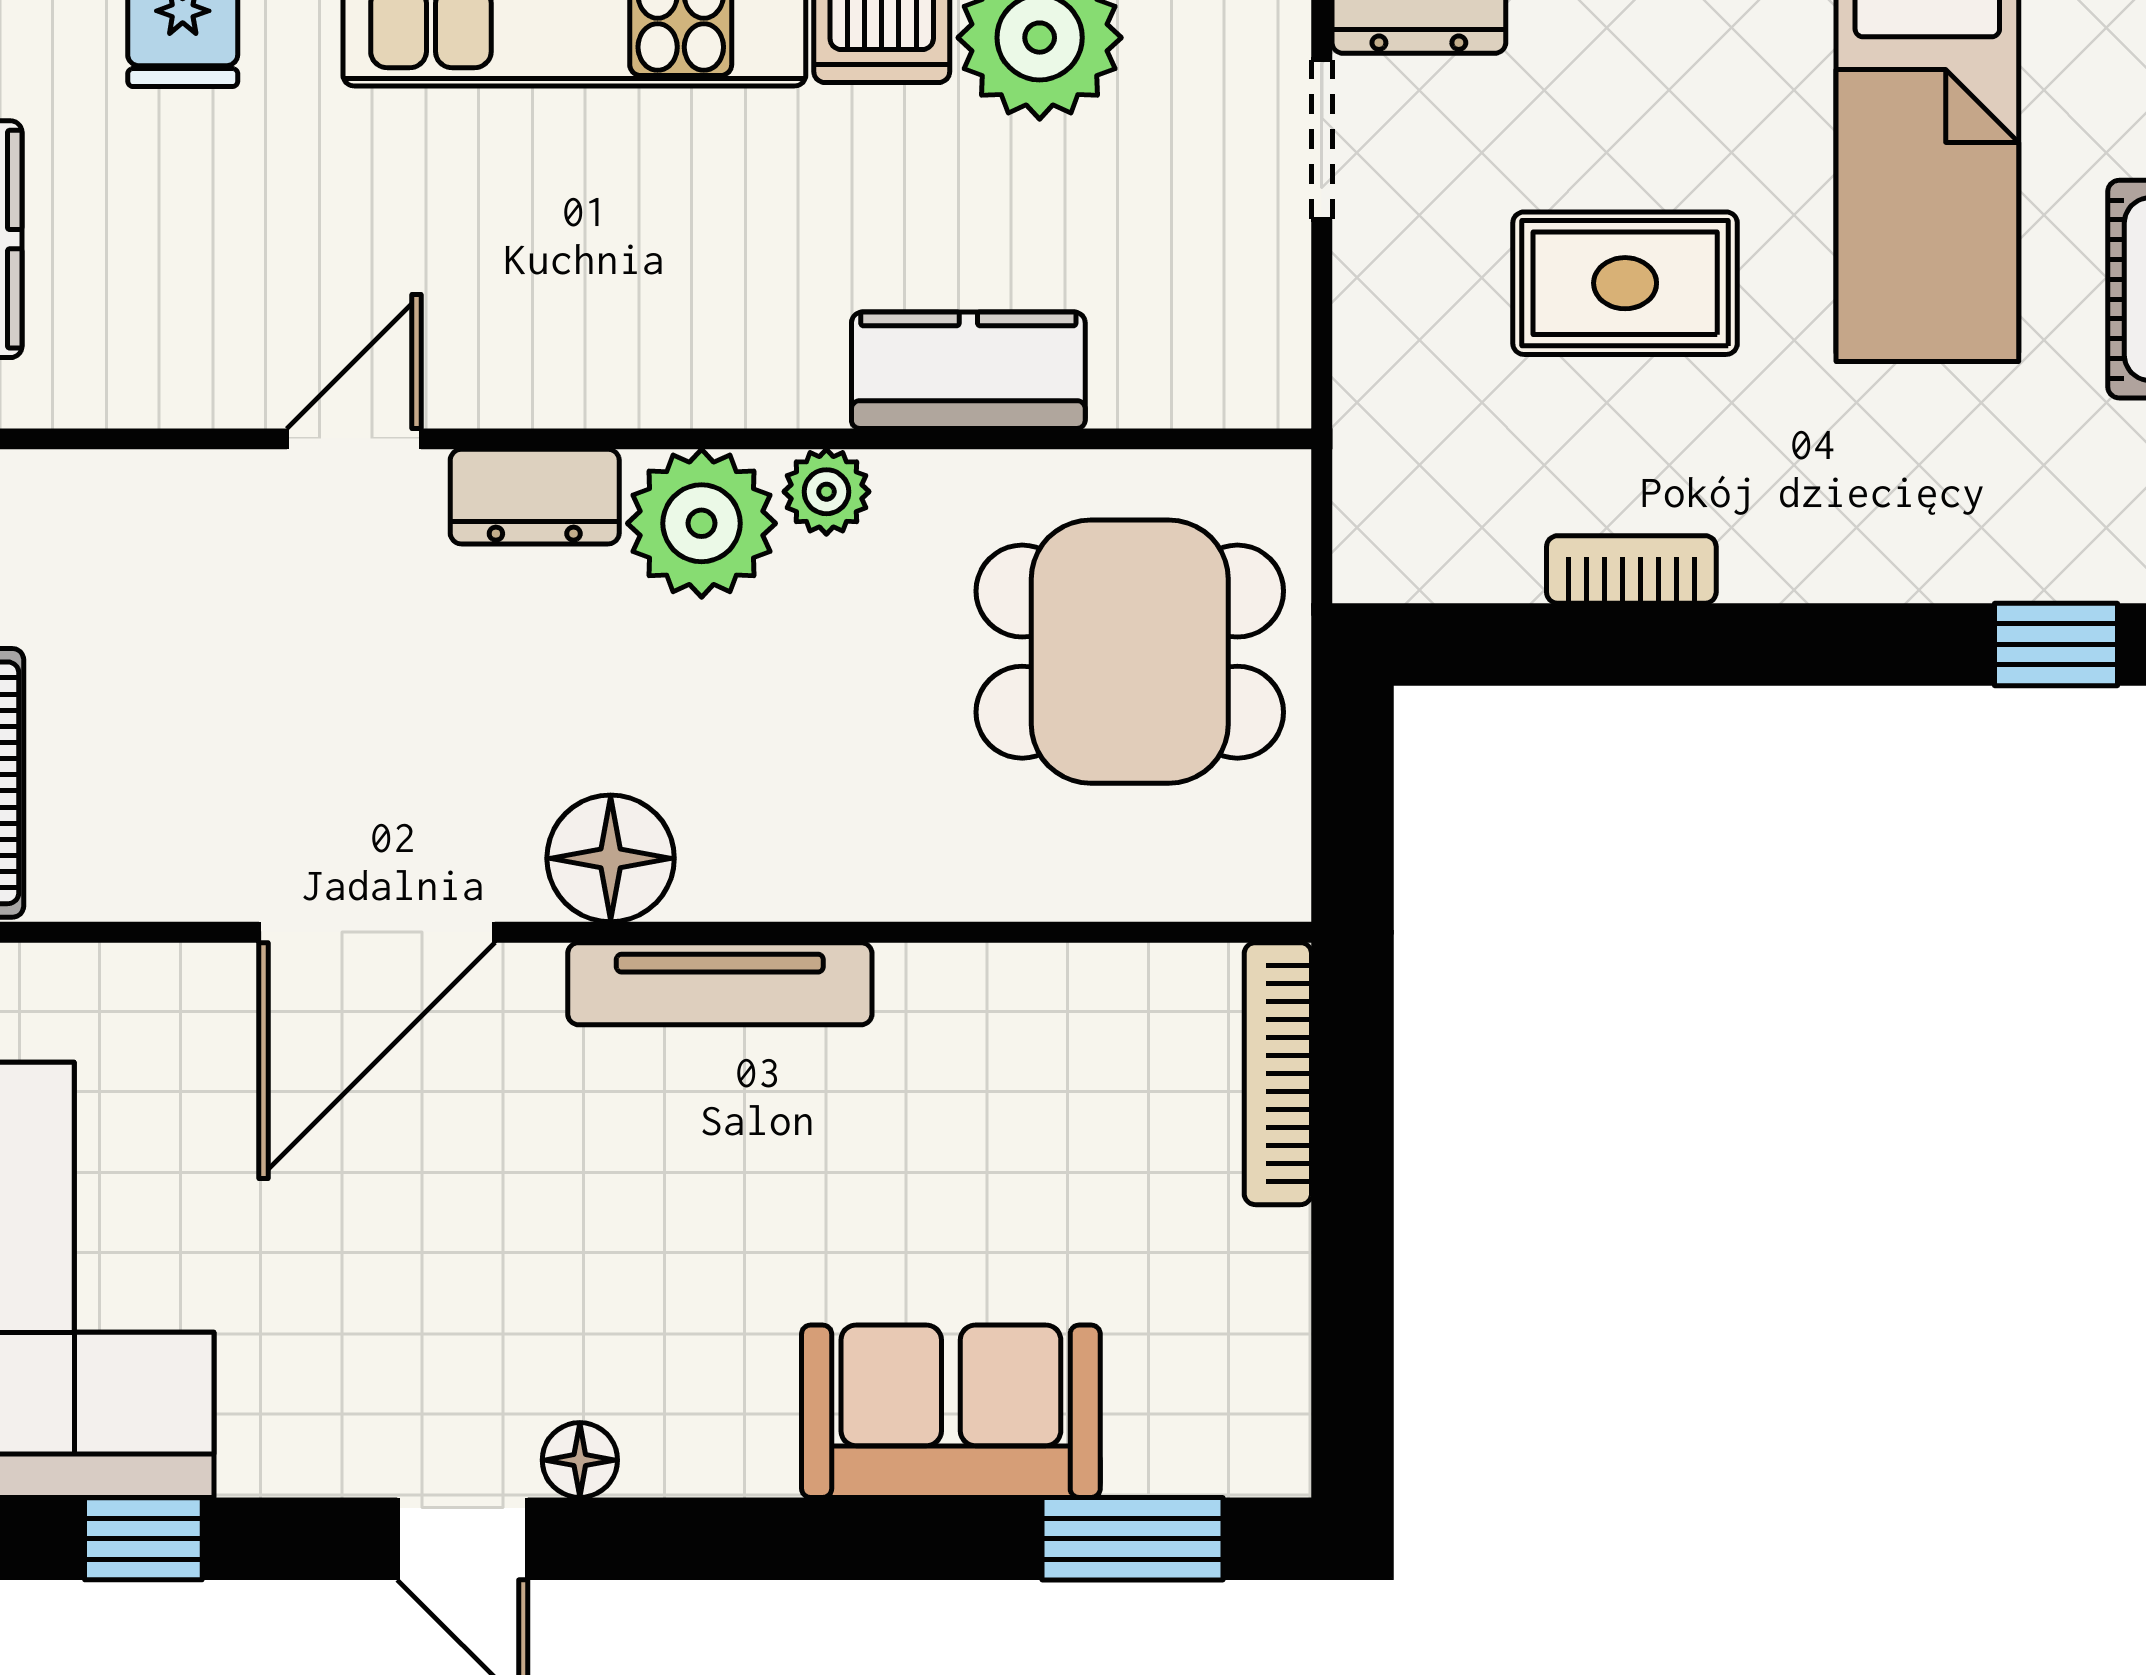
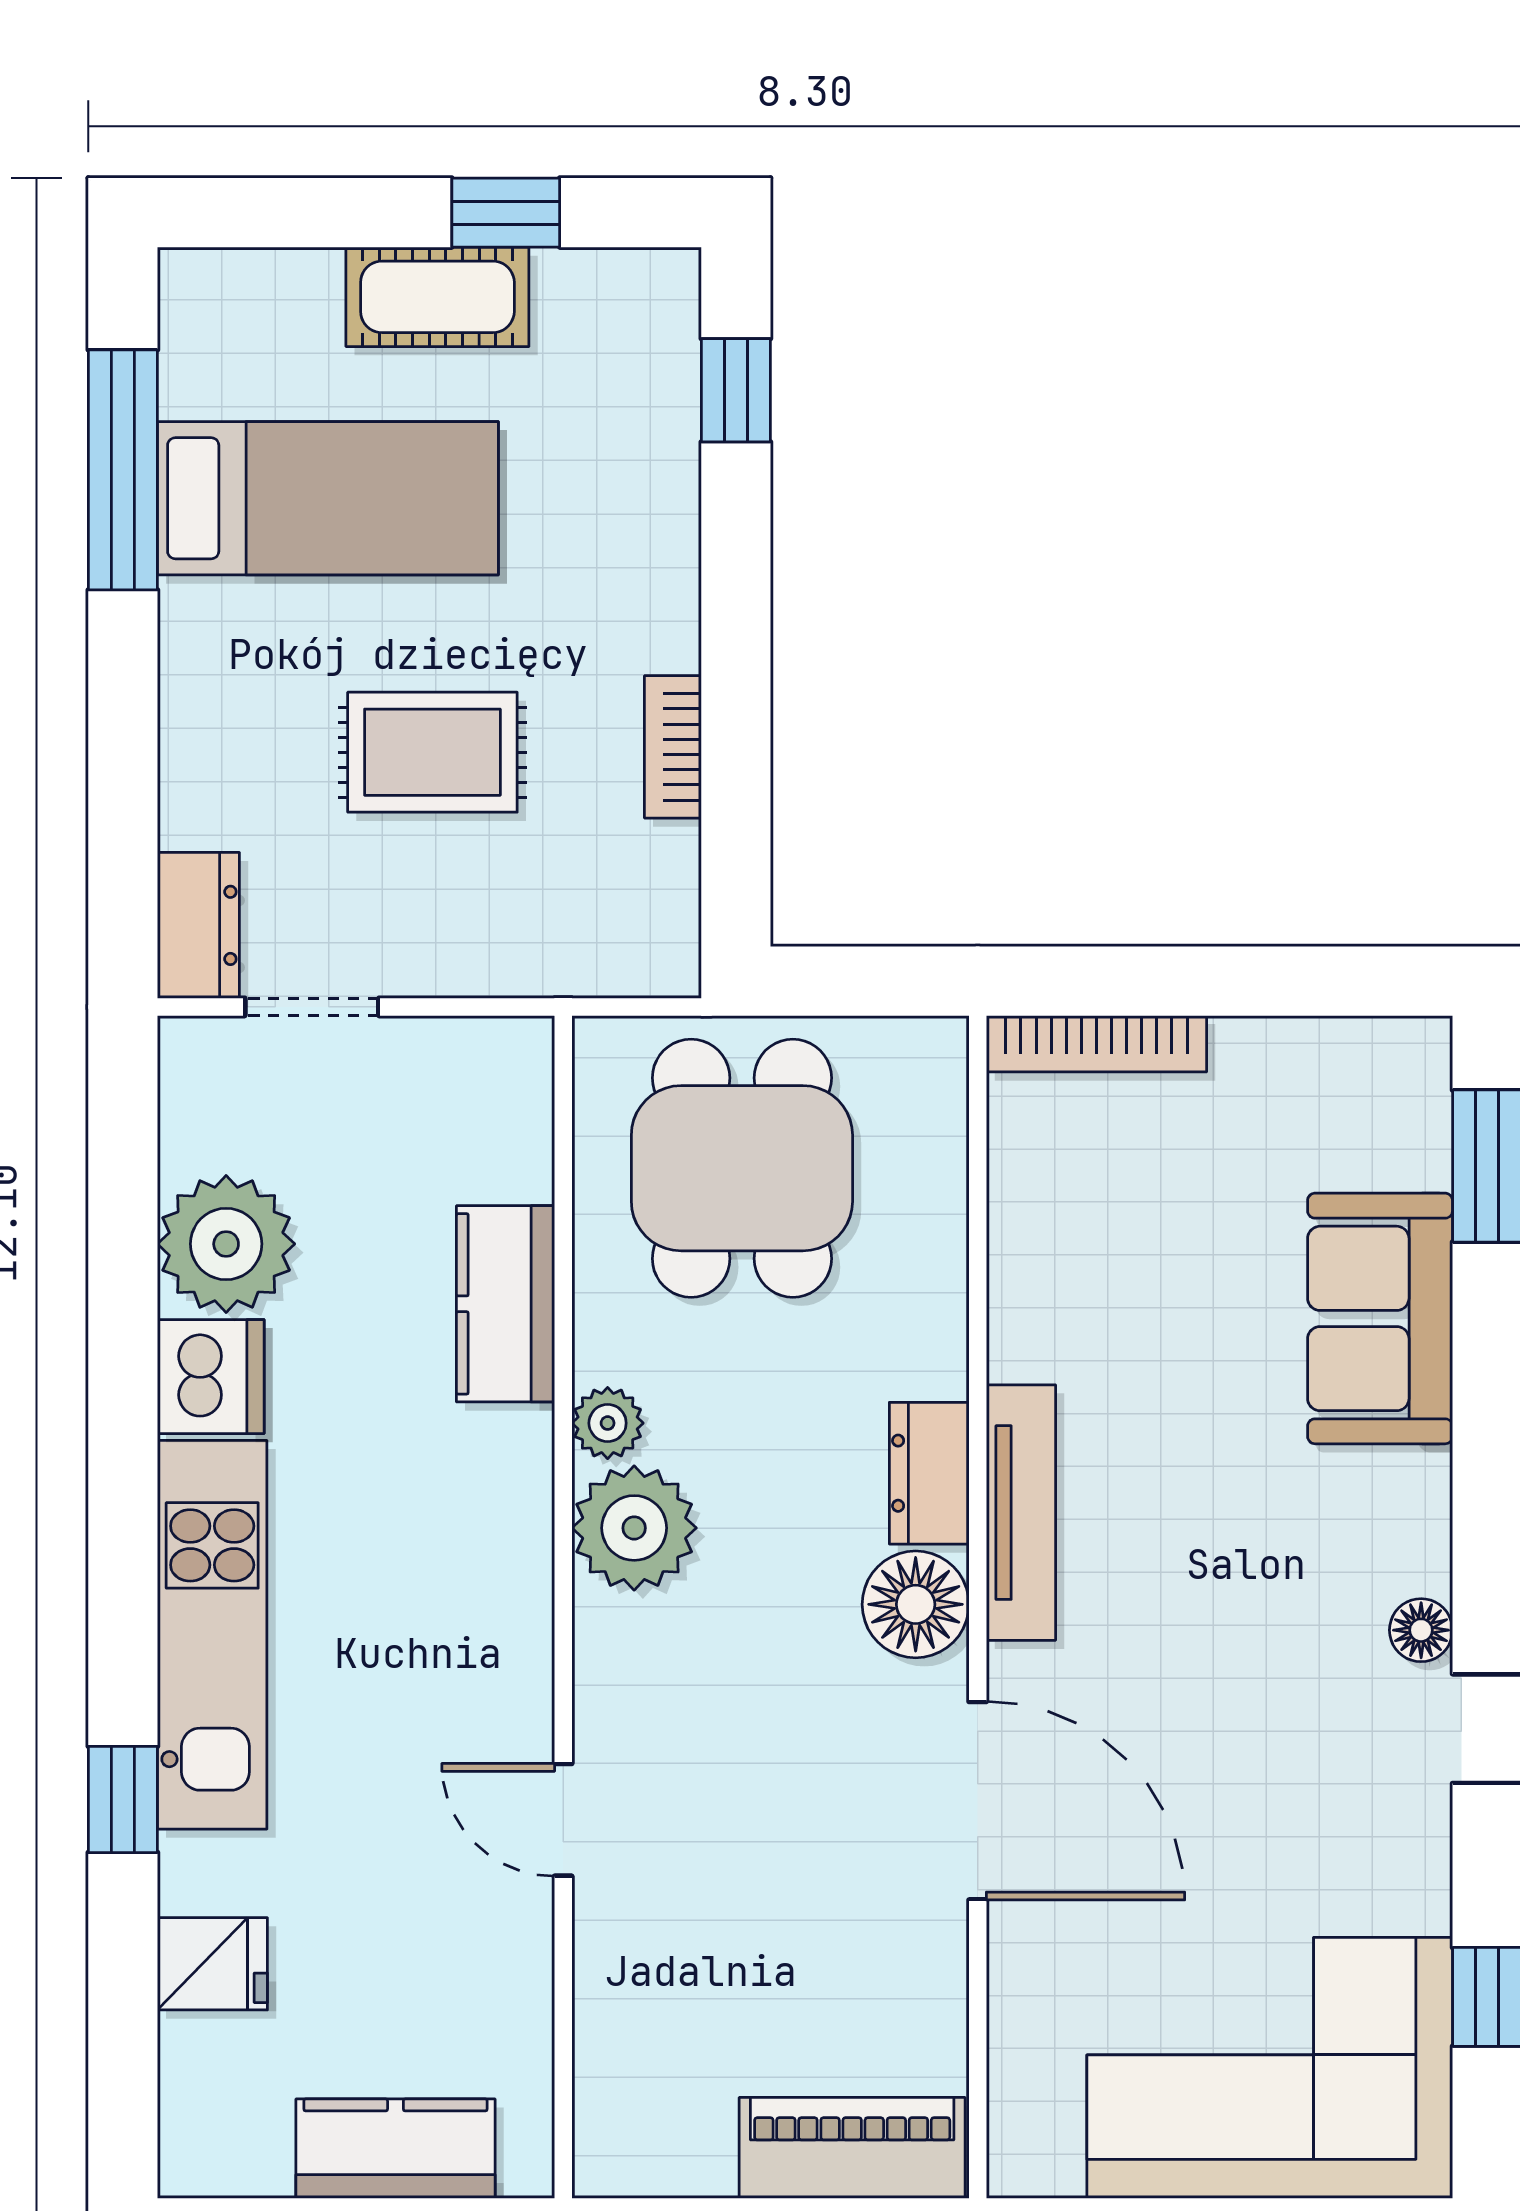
rug: (1625, 283) -> (432, 752), turned 90
dresser: (535, 497) -> (929, 1473), moved, turned 180

